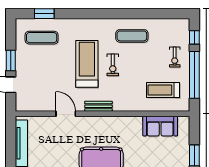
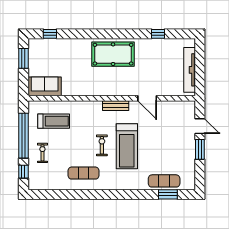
exercise mat: (42, 38) -> (164, 181), moved
sofa: (160, 126) -> (45, 86), moved

